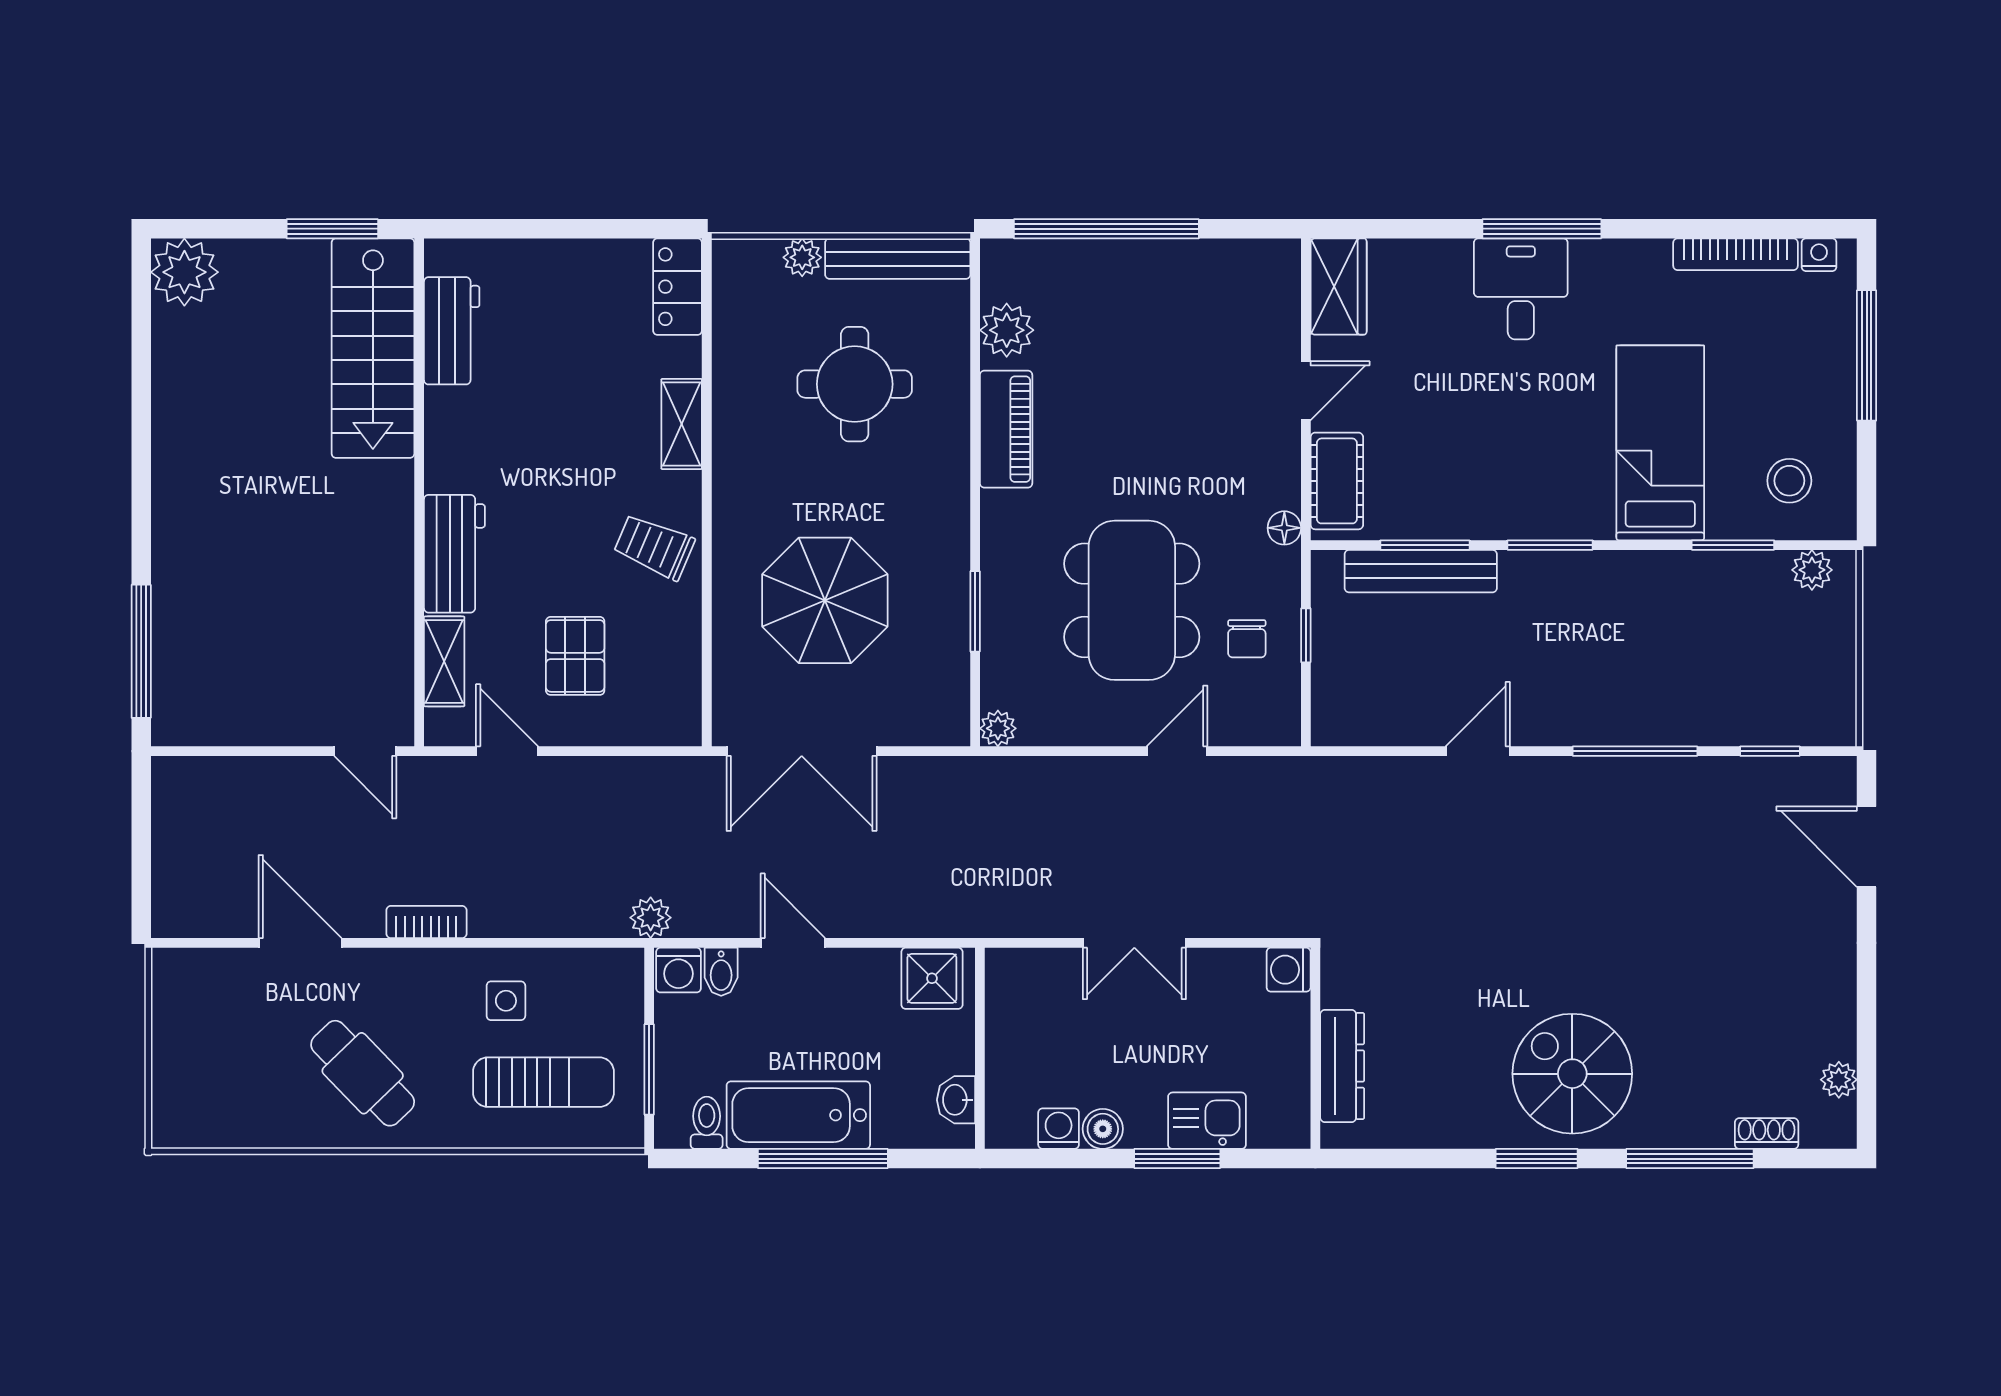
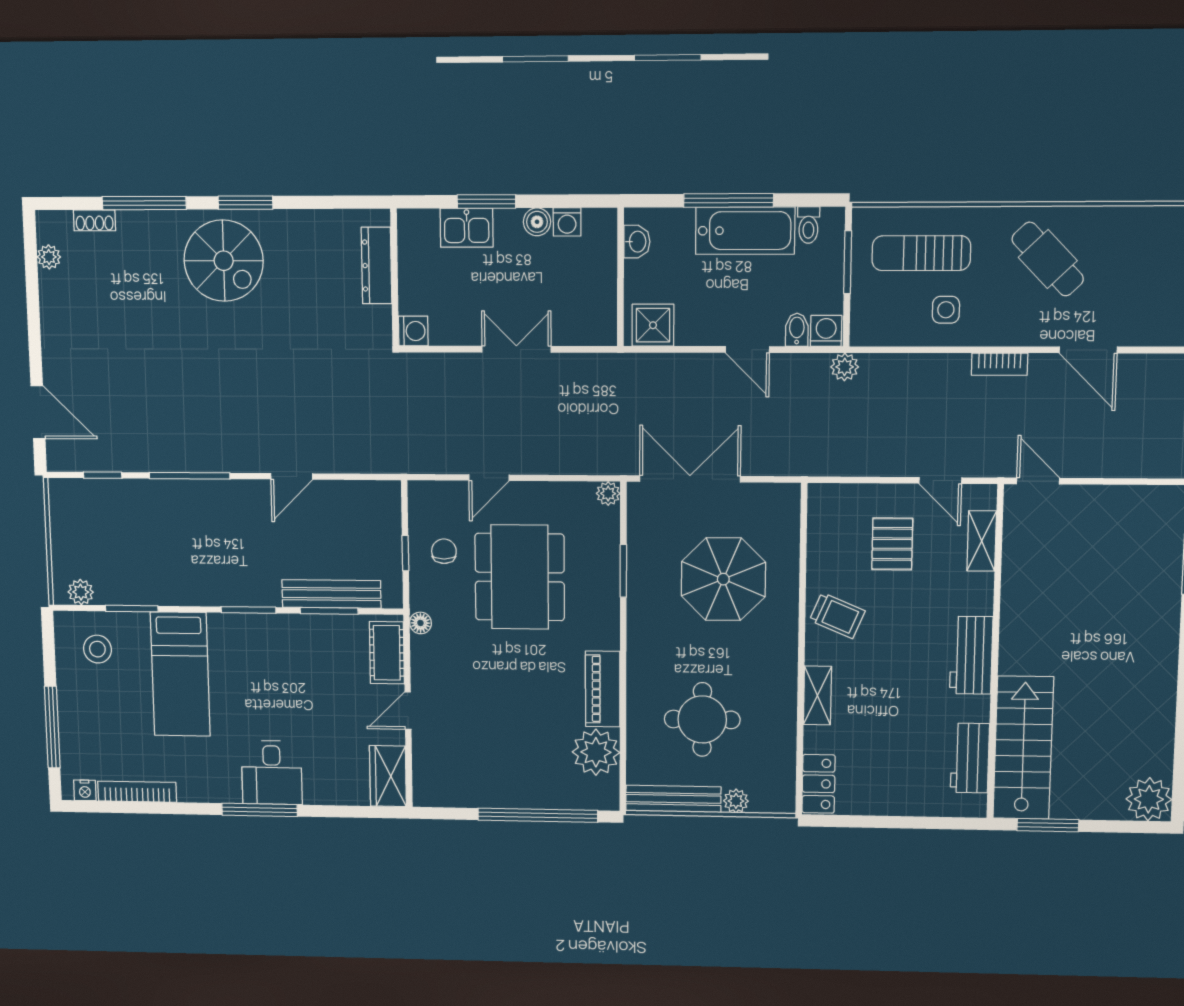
plant: (1007, 330) -> (596, 752), width x1.36, depth x1.36
workbench: (454, 554) -> (971, 655), moved
double door: (802, 751) -> (690, 479), moved

